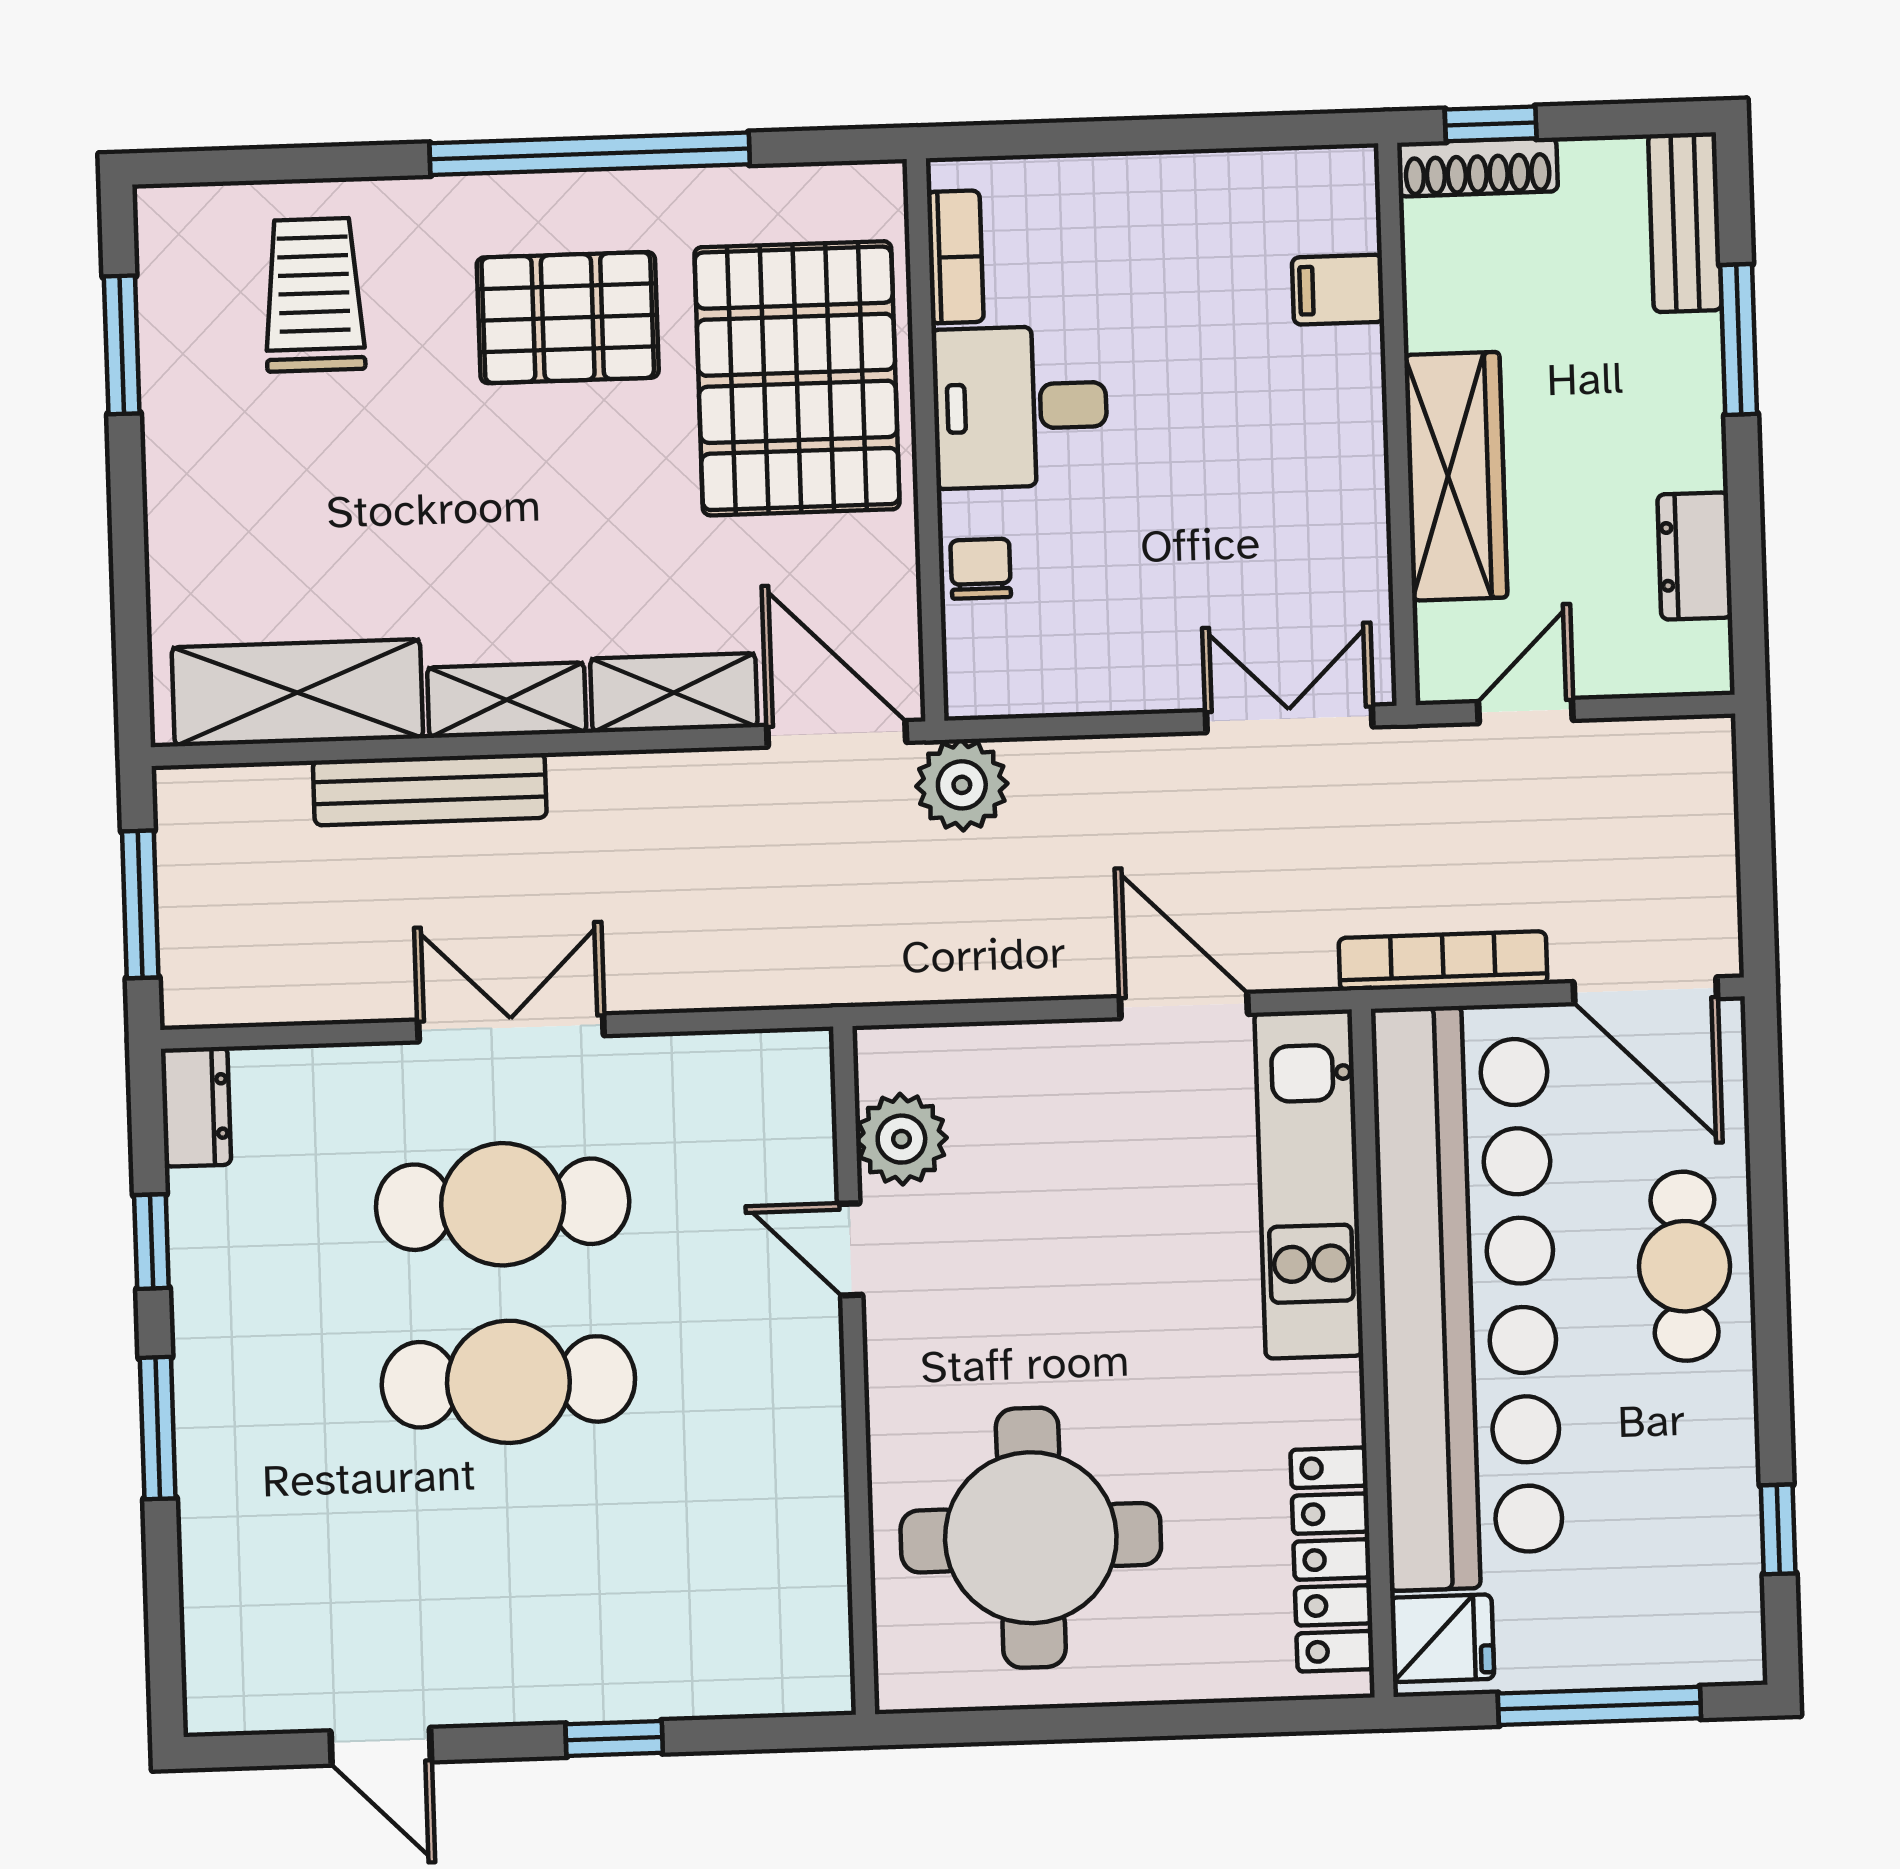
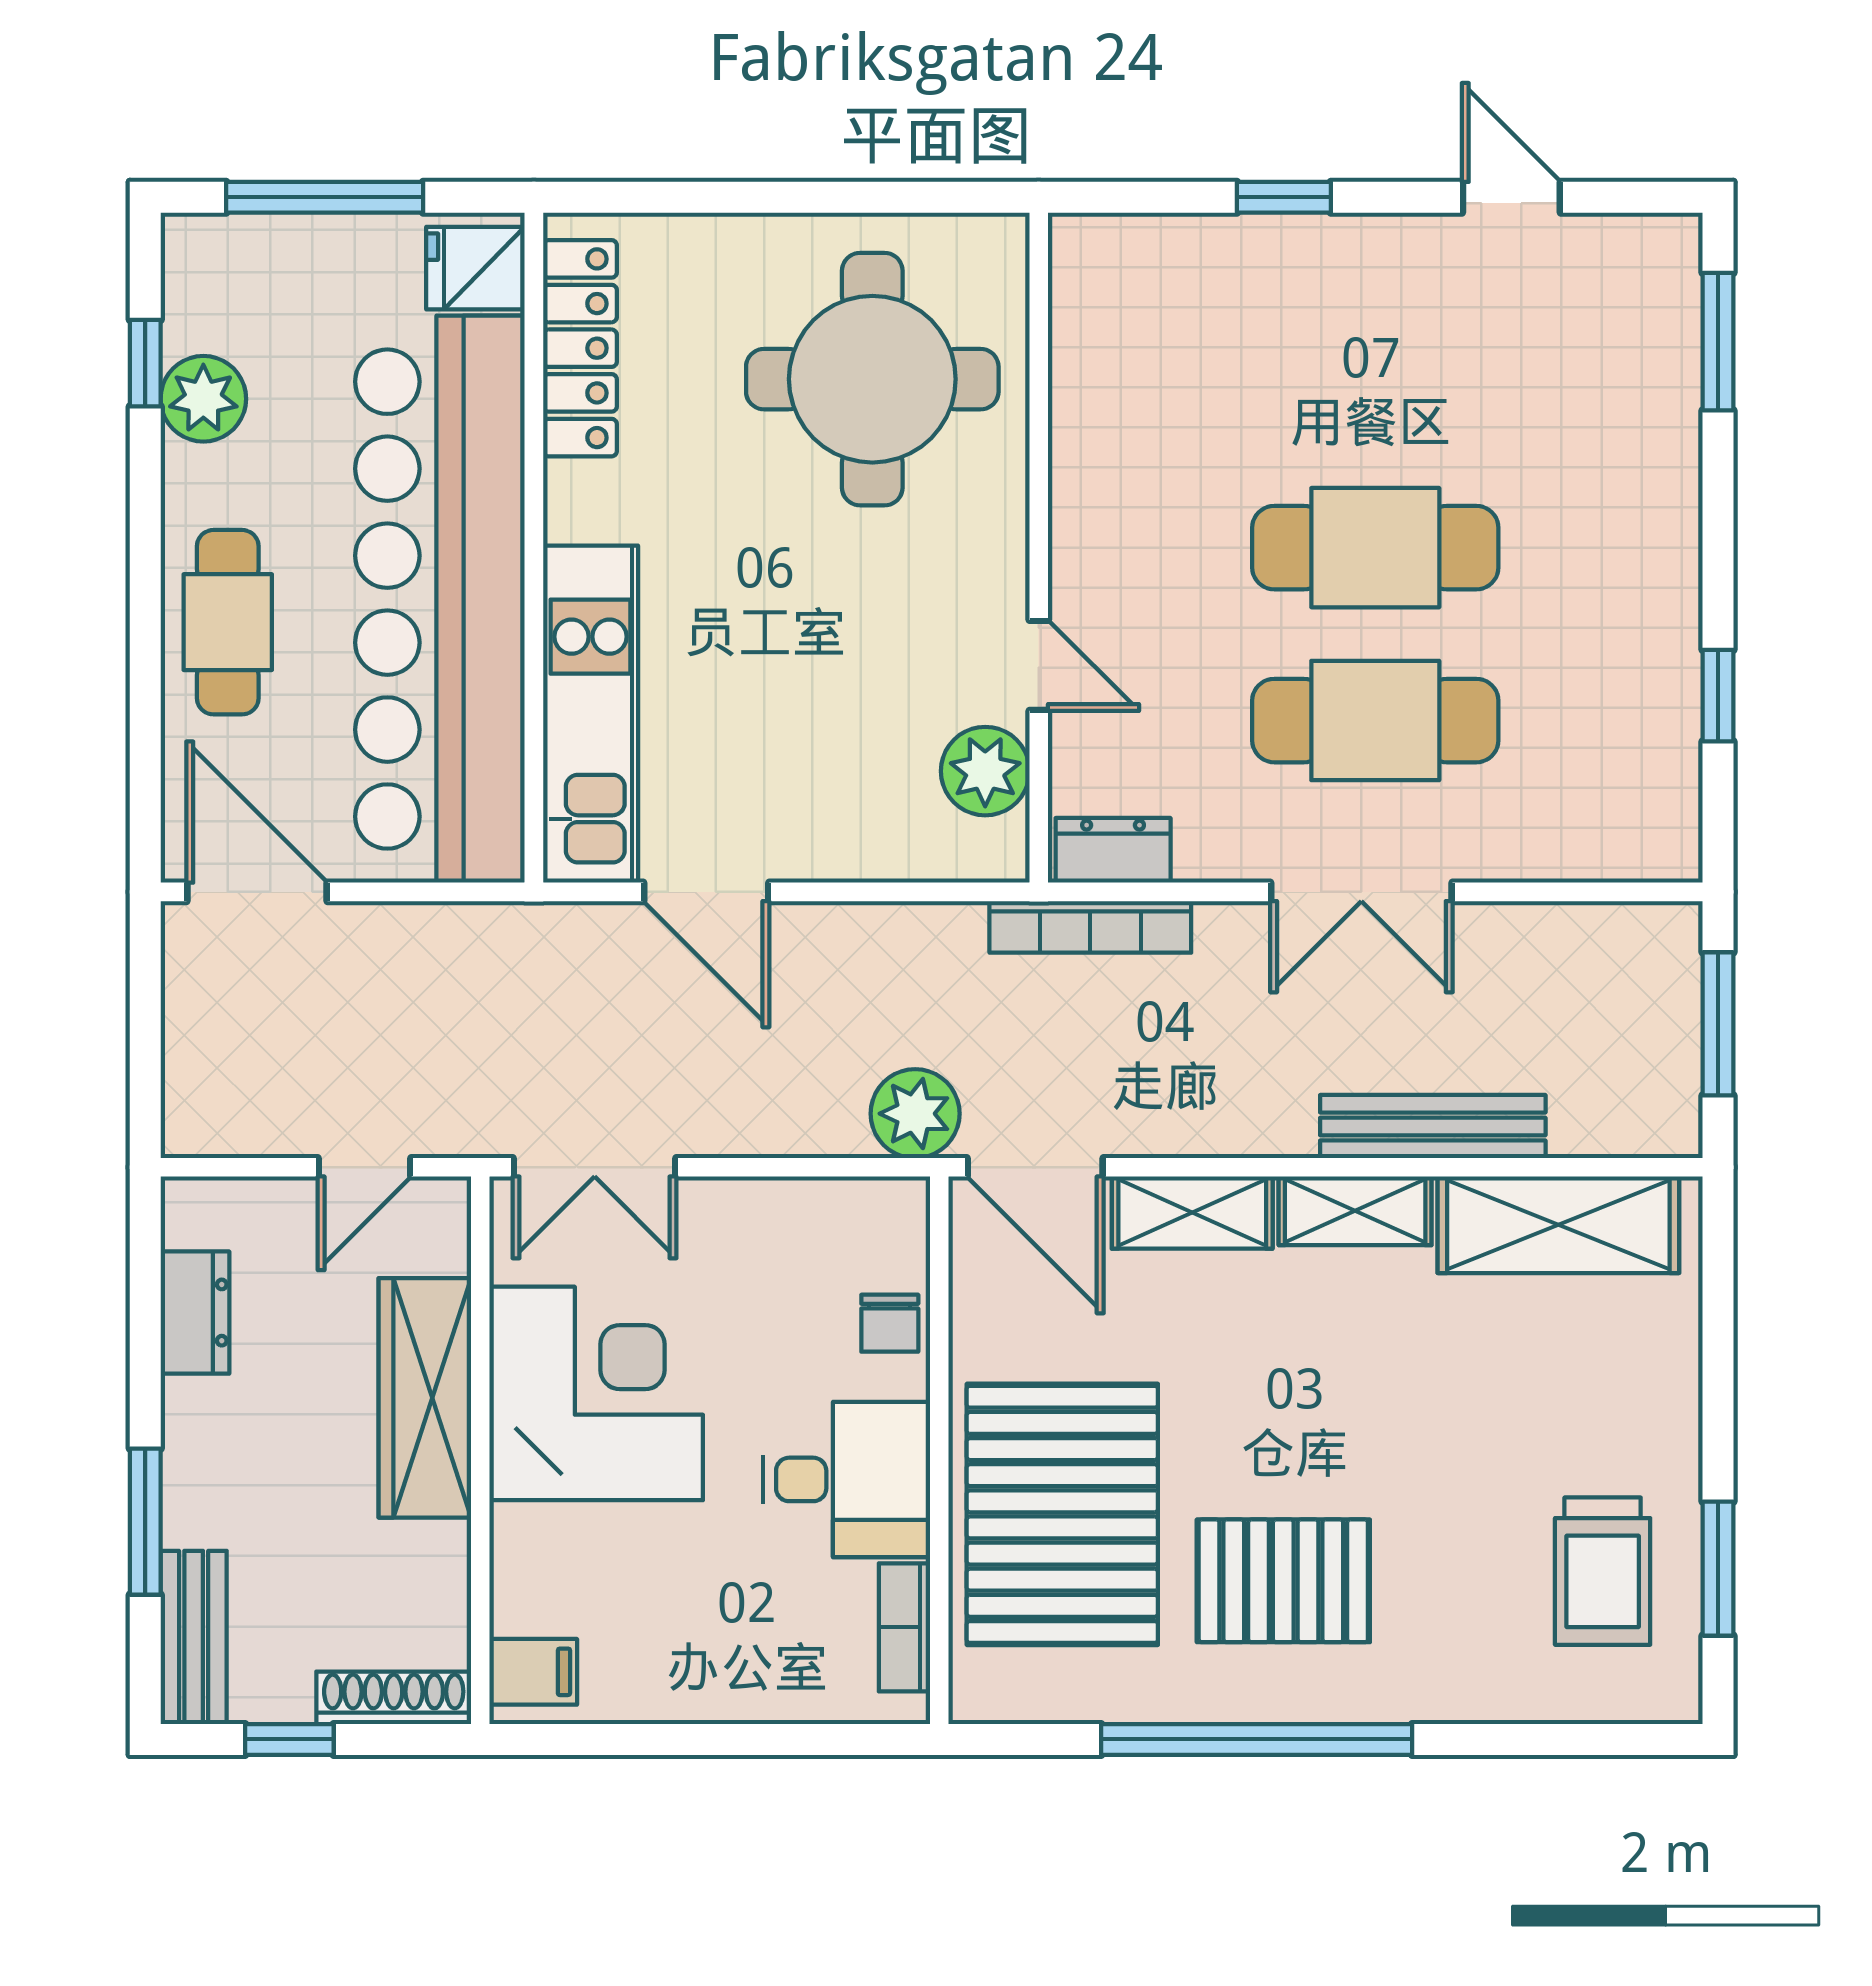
window: (1491, 124) -> (289, 1739), moved
filing cabinet: (1338, 290) -> (533, 1672), moved
trolley: (314, 295) -> (1603, 1571), moved
corner desk: (1280, 487) -> (596, 1393), added
bookcase: (1443, 961) -> (1090, 927), moved
dresser: (196, 1107) -> (1113, 850), moved, turned 90
window: (158, 1428) -> (1718, 342), moved
plant: (1717, 1495) -> (203, 399), added

